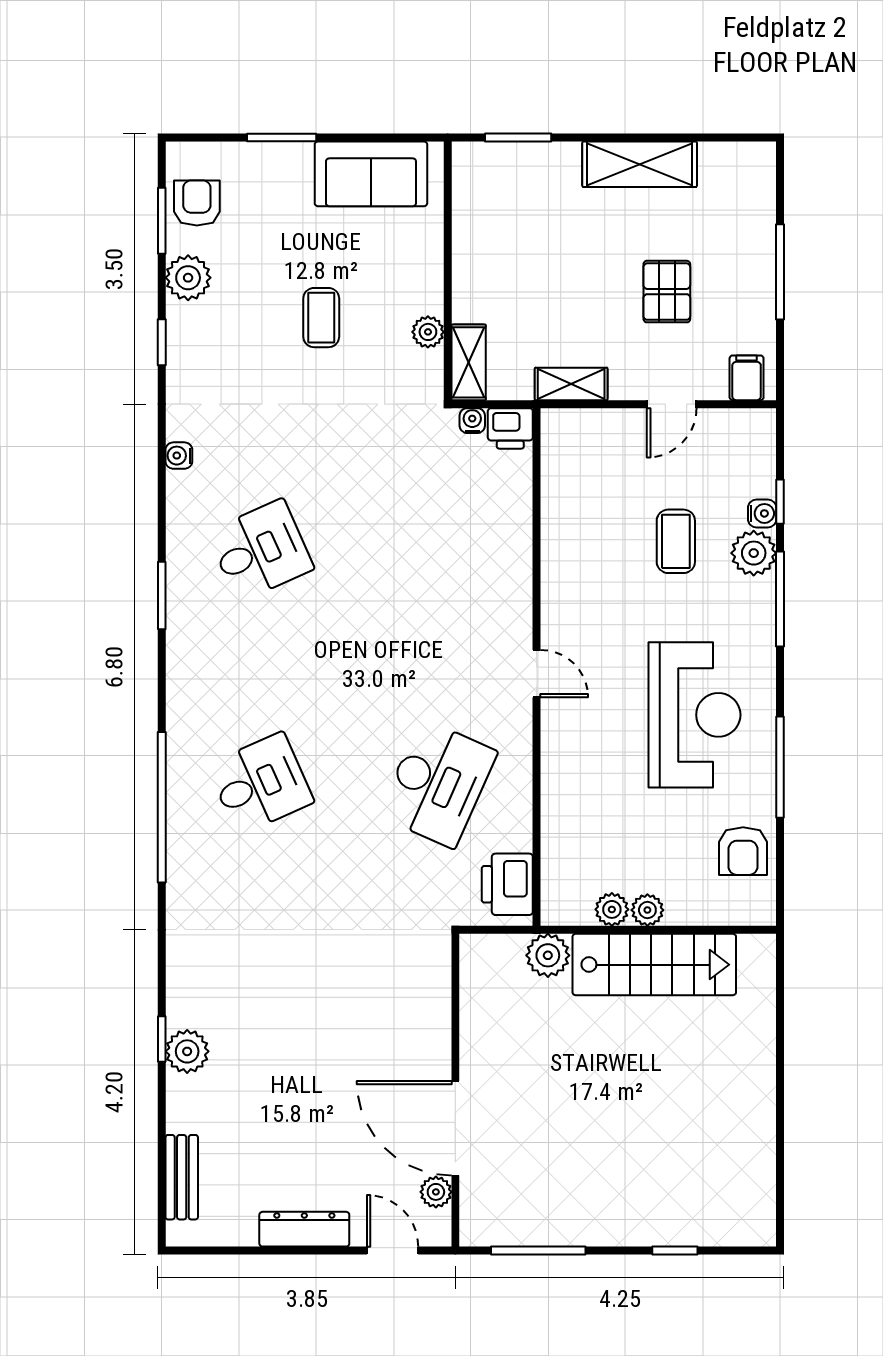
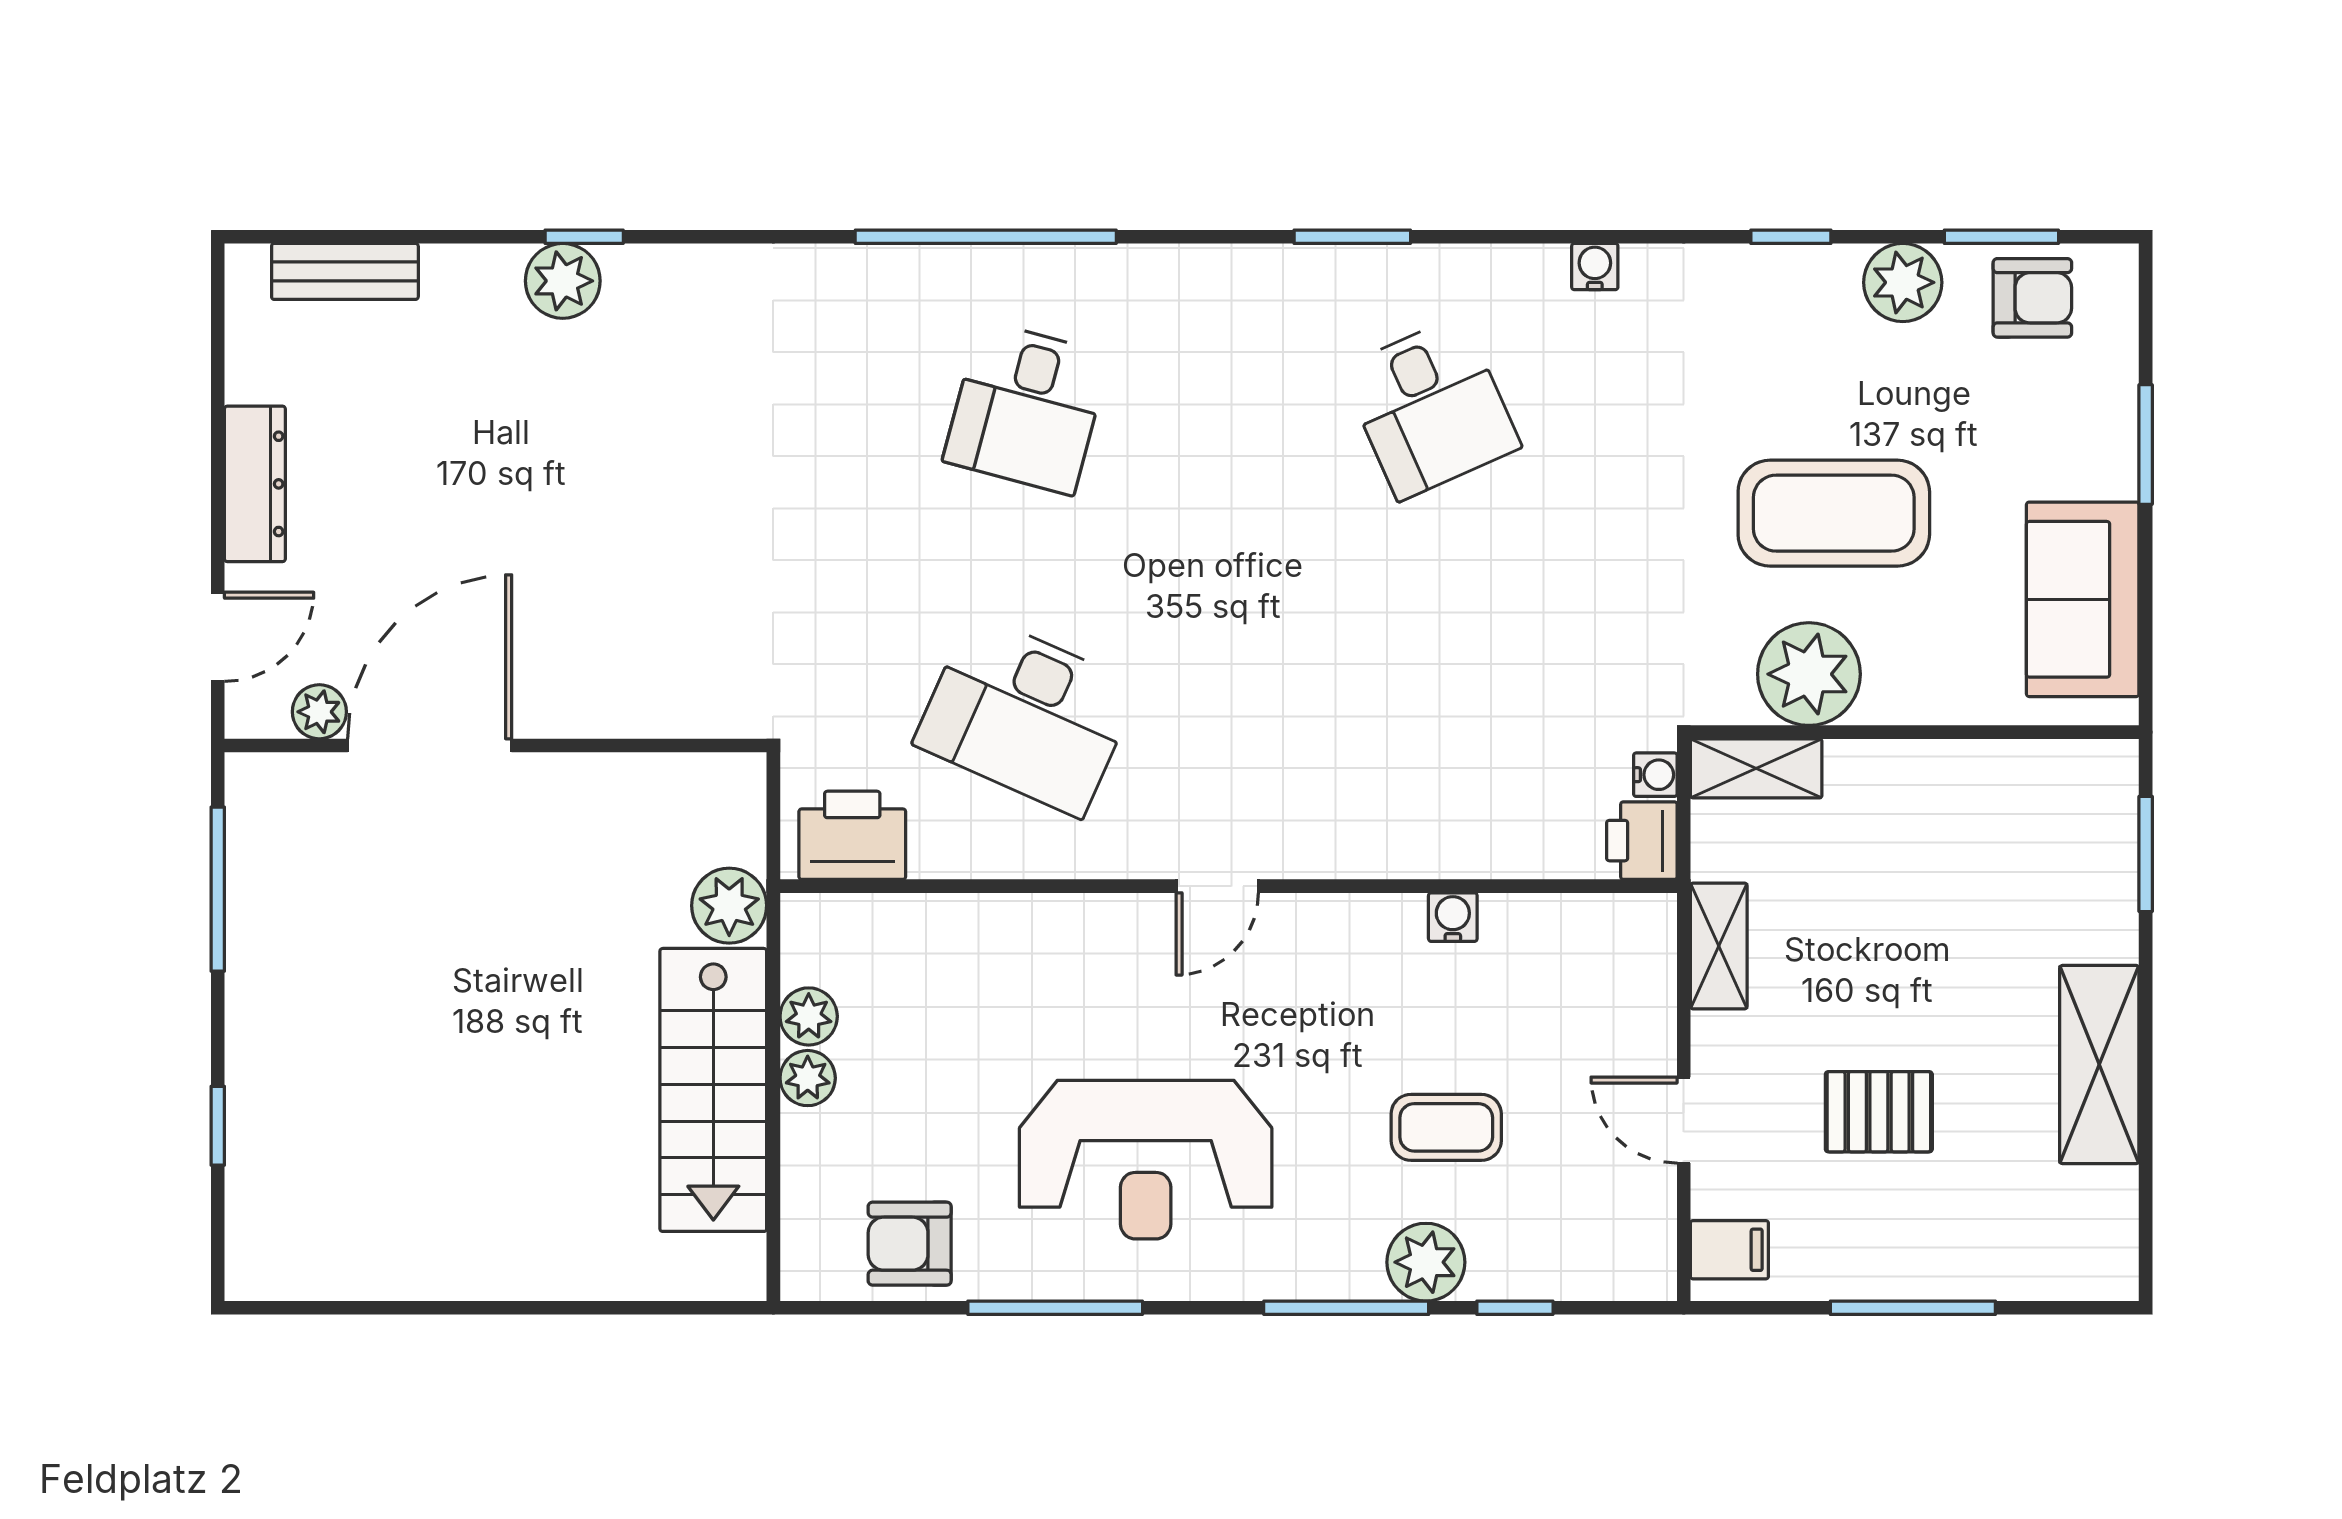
coffee table: (321, 318) -> (1834, 513), width x1.86, depth x1.72
plant: (428, 332) -> (1809, 674), width x1.88, depth x1.88
water cooler: (762, 513) -> (1453, 917), moved, turned 180
desk: (260, 784) -> (1027, 408), turned 39

